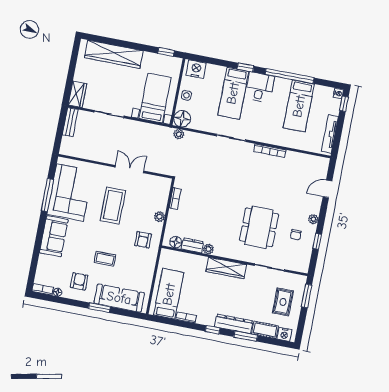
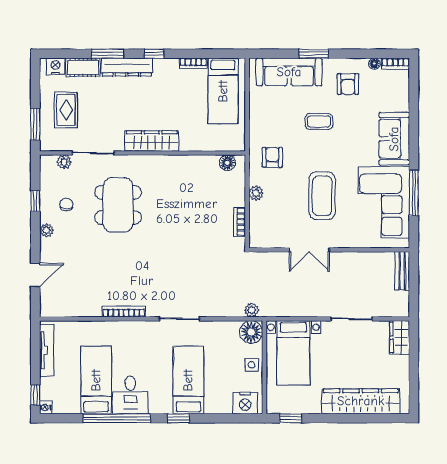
desk: (260, 87) -> (130, 395), moved
bench: (70, 122) -> (402, 271), moved
dresser: (192, 245) -> (204, 163), removed
plant: (208, 249) -> (64, 162), moved

